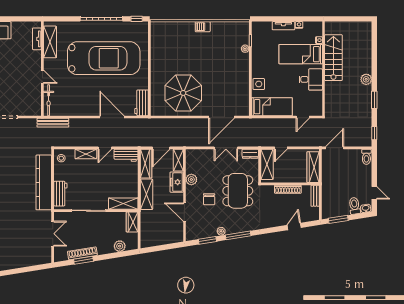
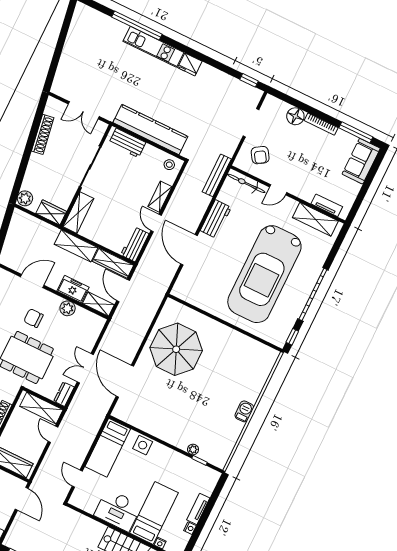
desk: (311, 79) -> (118, 510), width x1.37
armchair: (25, 100) -> (260, 155), added
workbench: (142, 103) -> (216, 219), moved, turned 90
door: (112, 117) -> (189, 250), swing flipped
plant: (120, 246) -> (25, 198), moved
window: (83, 260) -> (34, 132), removed

